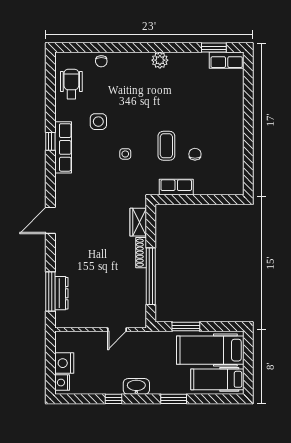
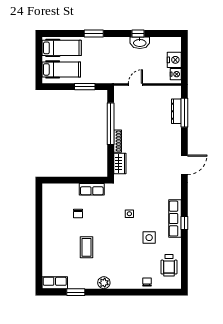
window: (214, 48) -> (76, 292), moved
coffee table: (166, 146) -> (87, 247), moved
hospital bed: (210, 350) -> (61, 69), width x0.73, depth x0.78
nightstand: (62, 383) -> (176, 74), moved
washbasin: (136, 386) -> (140, 43), moved

